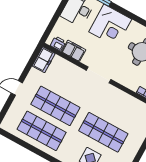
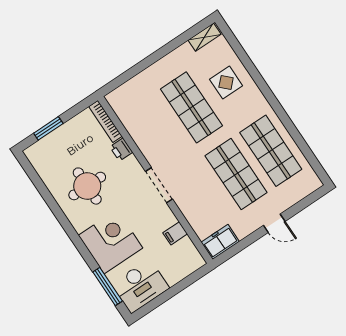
printer: (58, 44) -> (121, 149), moved
filing cabinet: (74, 51) -> (175, 233), width x0.50

